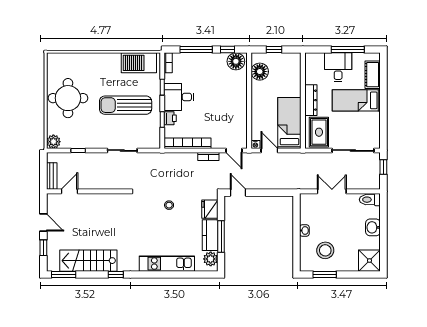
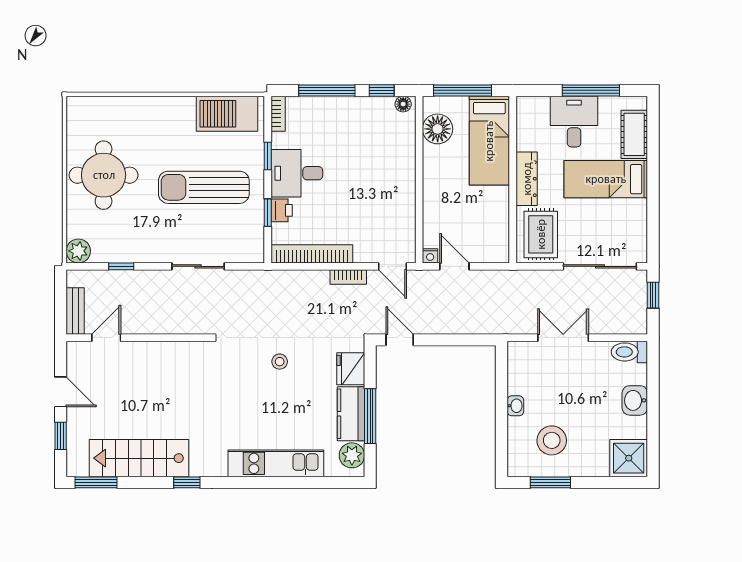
window: (274, 49) -> (462, 90), width x2.17
floor lamp: (236, 61) -> (403, 104), width x0.53, depth x0.53
bed: (289, 123) -> (489, 141), moved, turned 180

